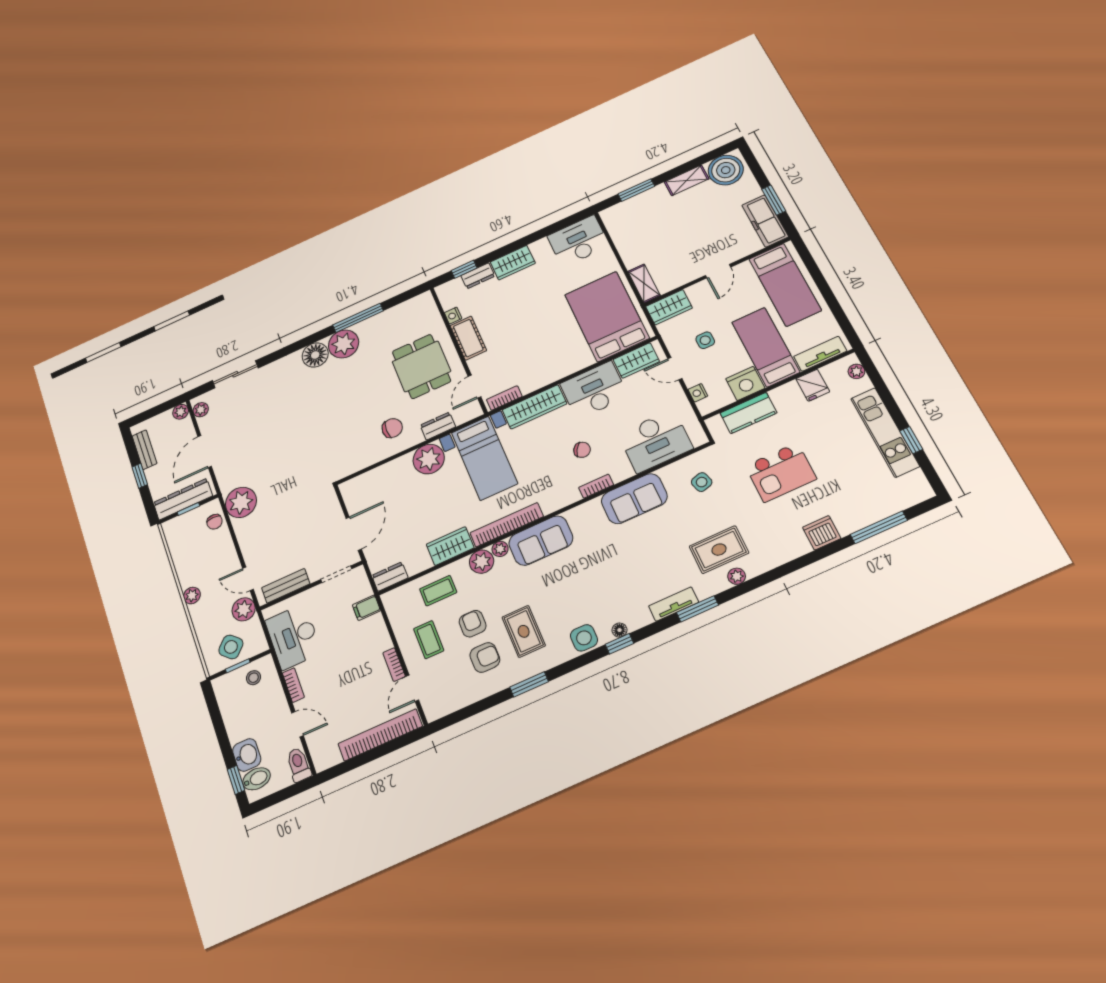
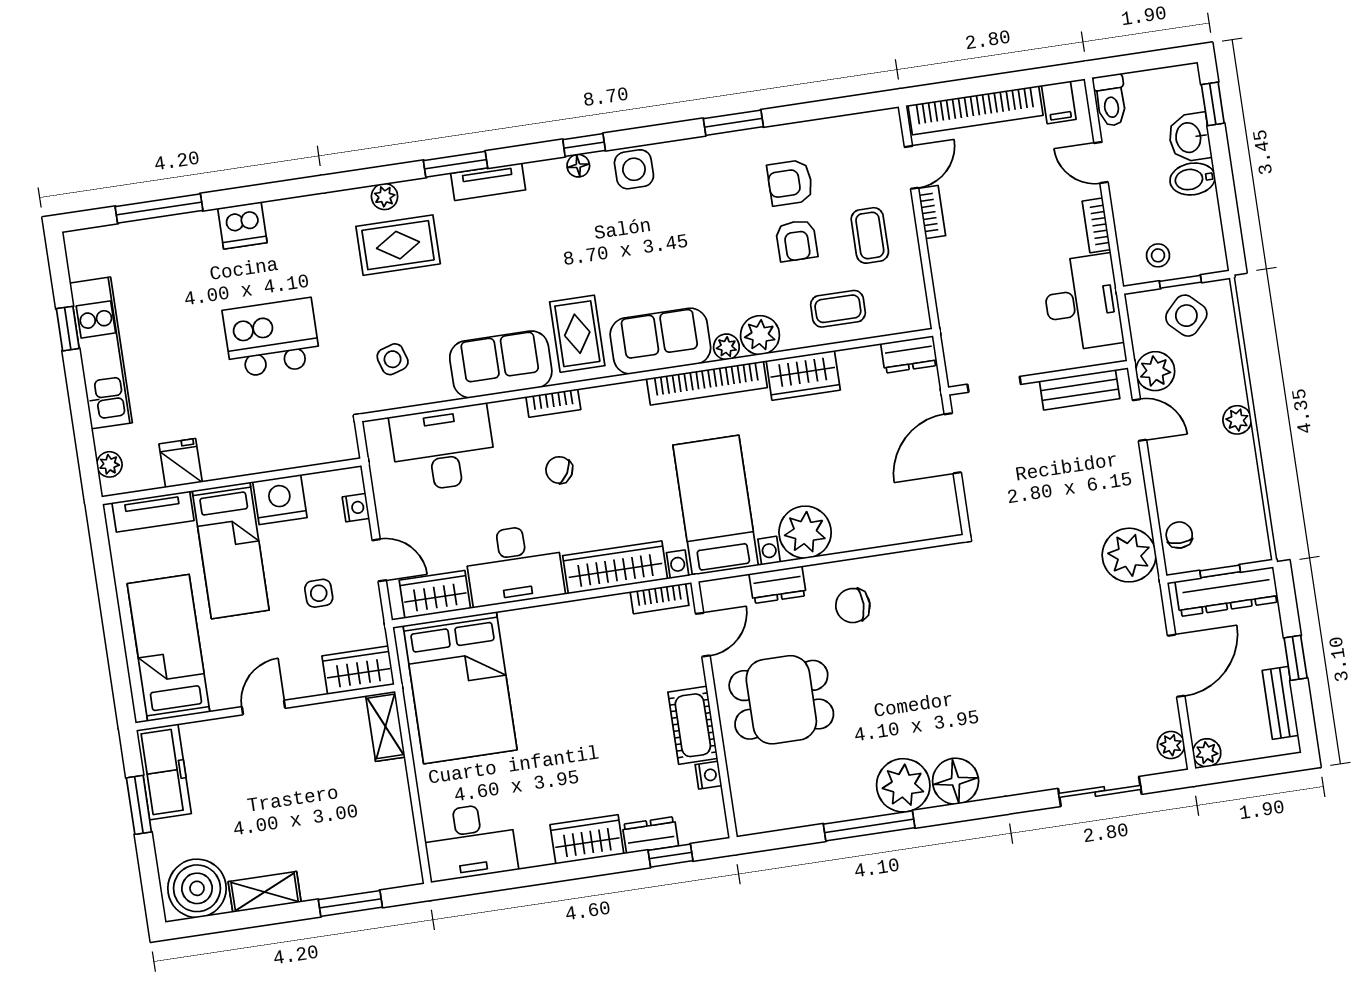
dining table: (421, 366) -> (781, 700), turned 90
kitchen counter: (748, 413) -> (290, 449), removed
filing cabinet: (366, 608) -> (1059, 102), moved, turned 90
rug: (524, 631) -> (577, 334), moved
bidet: (256, 779) -> (1193, 179), moved

